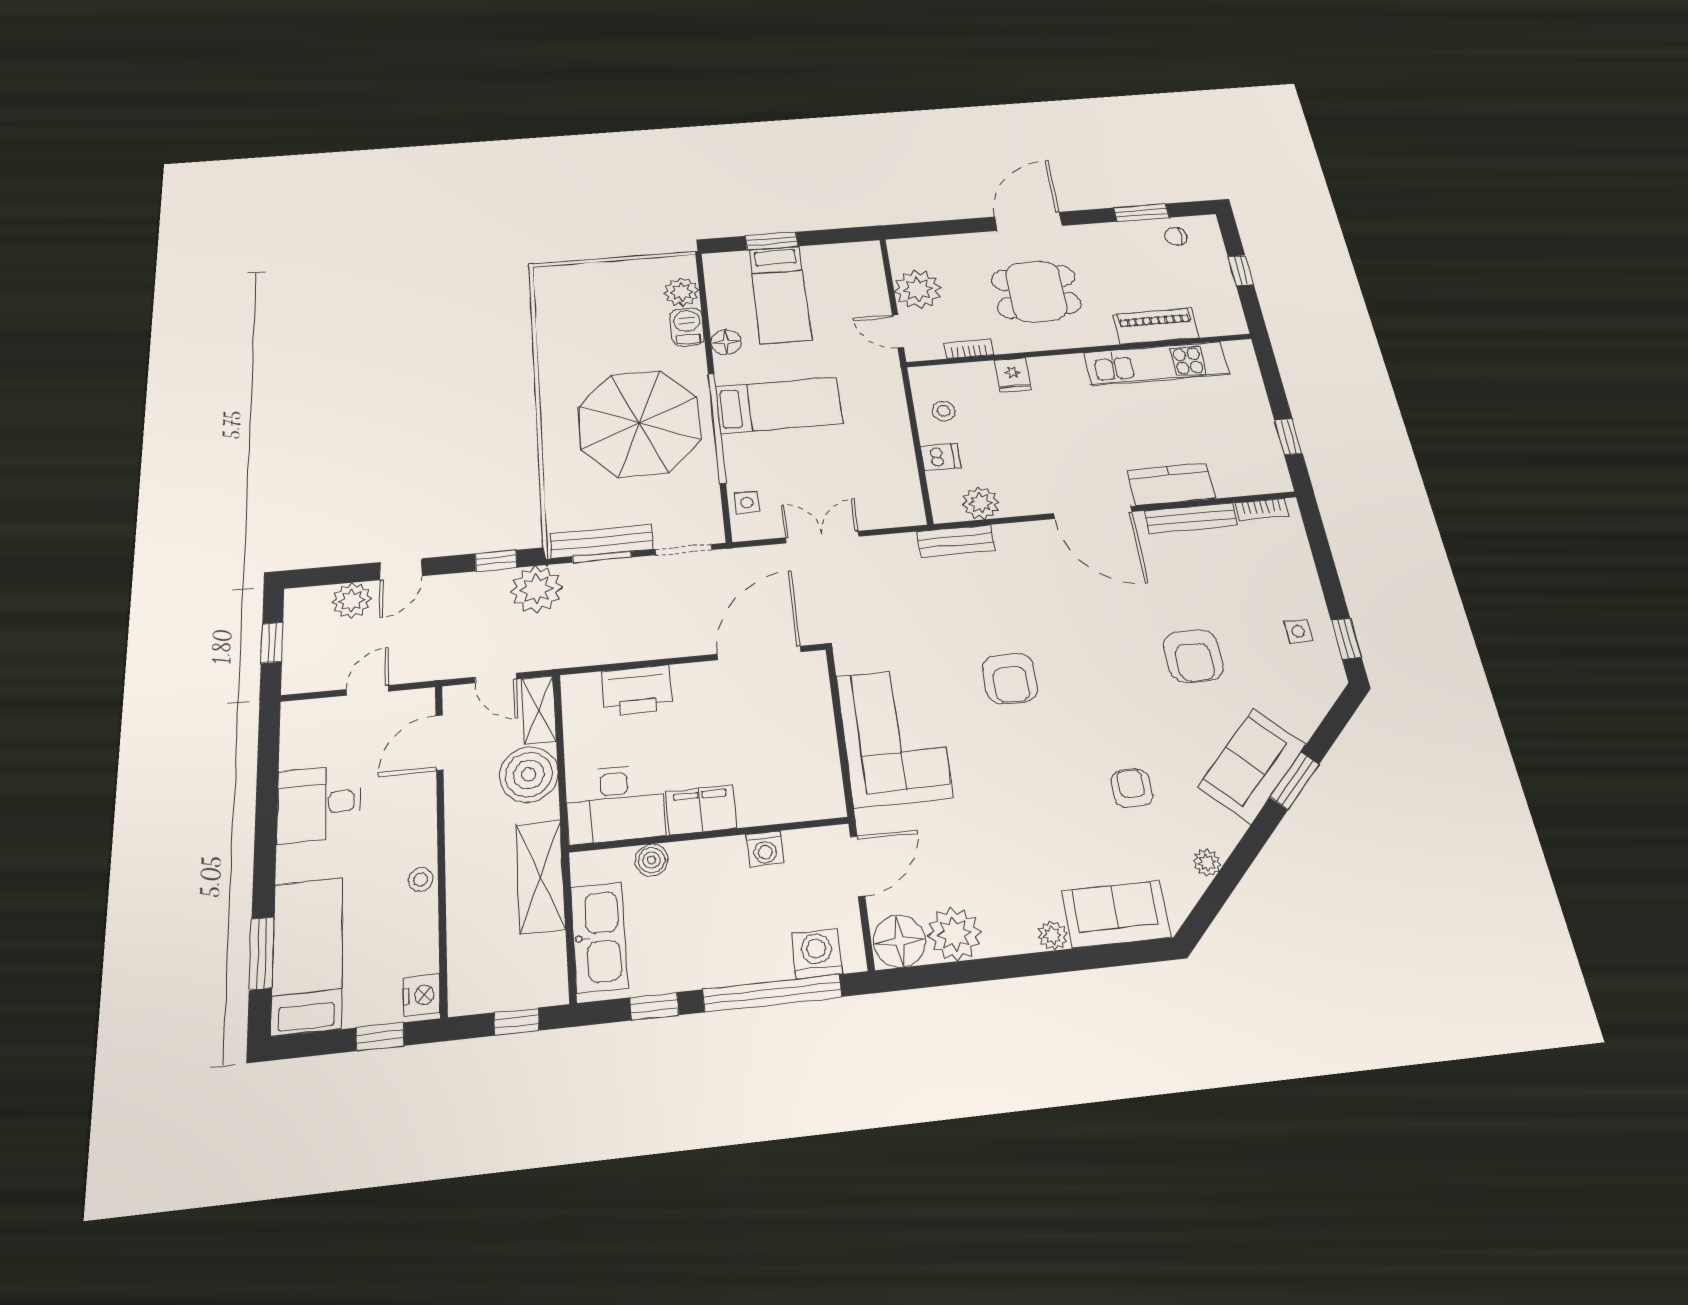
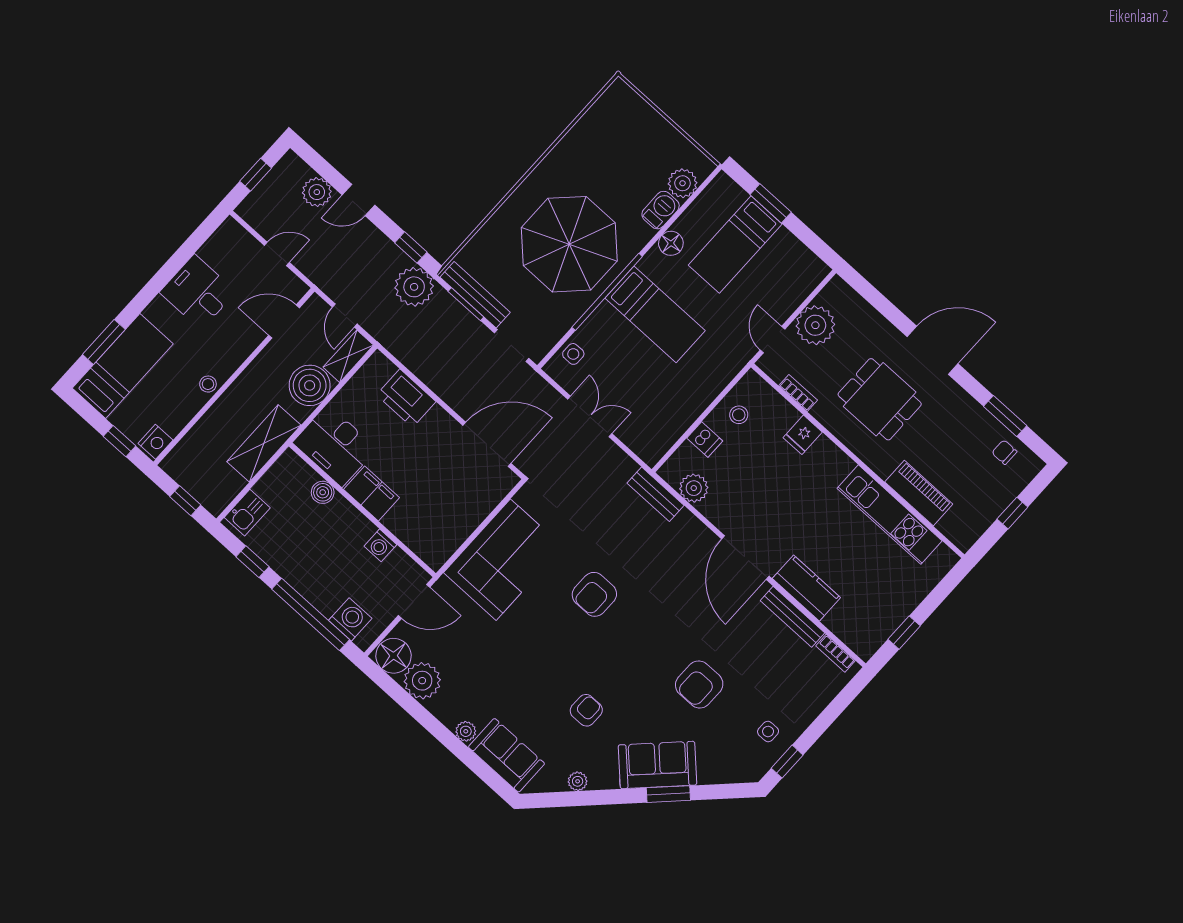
kitchen sink: (599, 937) -> (247, 513), width x0.53, depth x0.81

